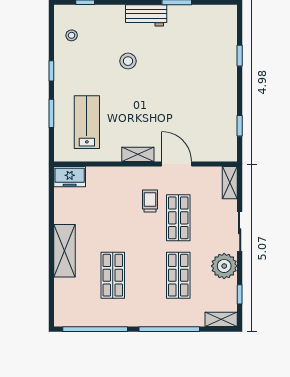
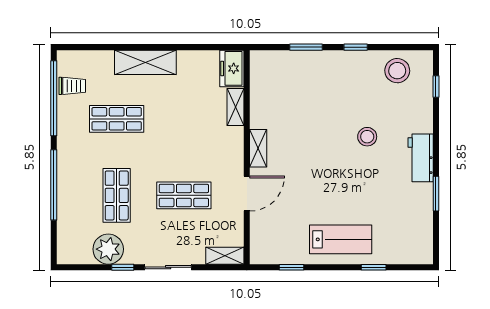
stool: (72, 35) -> (397, 71), width x1.89, depth x1.89
lab bench: (87, 122) -> (341, 239), moved
trolley: (150, 201) -> (72, 86), moved
plant: (224, 266) -> (108, 249), moved
shop shelf: (178, 275) -> (117, 195), turned 90
window: (240, 294) -> (123, 267), moved
shelving: (221, 319) -> (235, 107), moved

